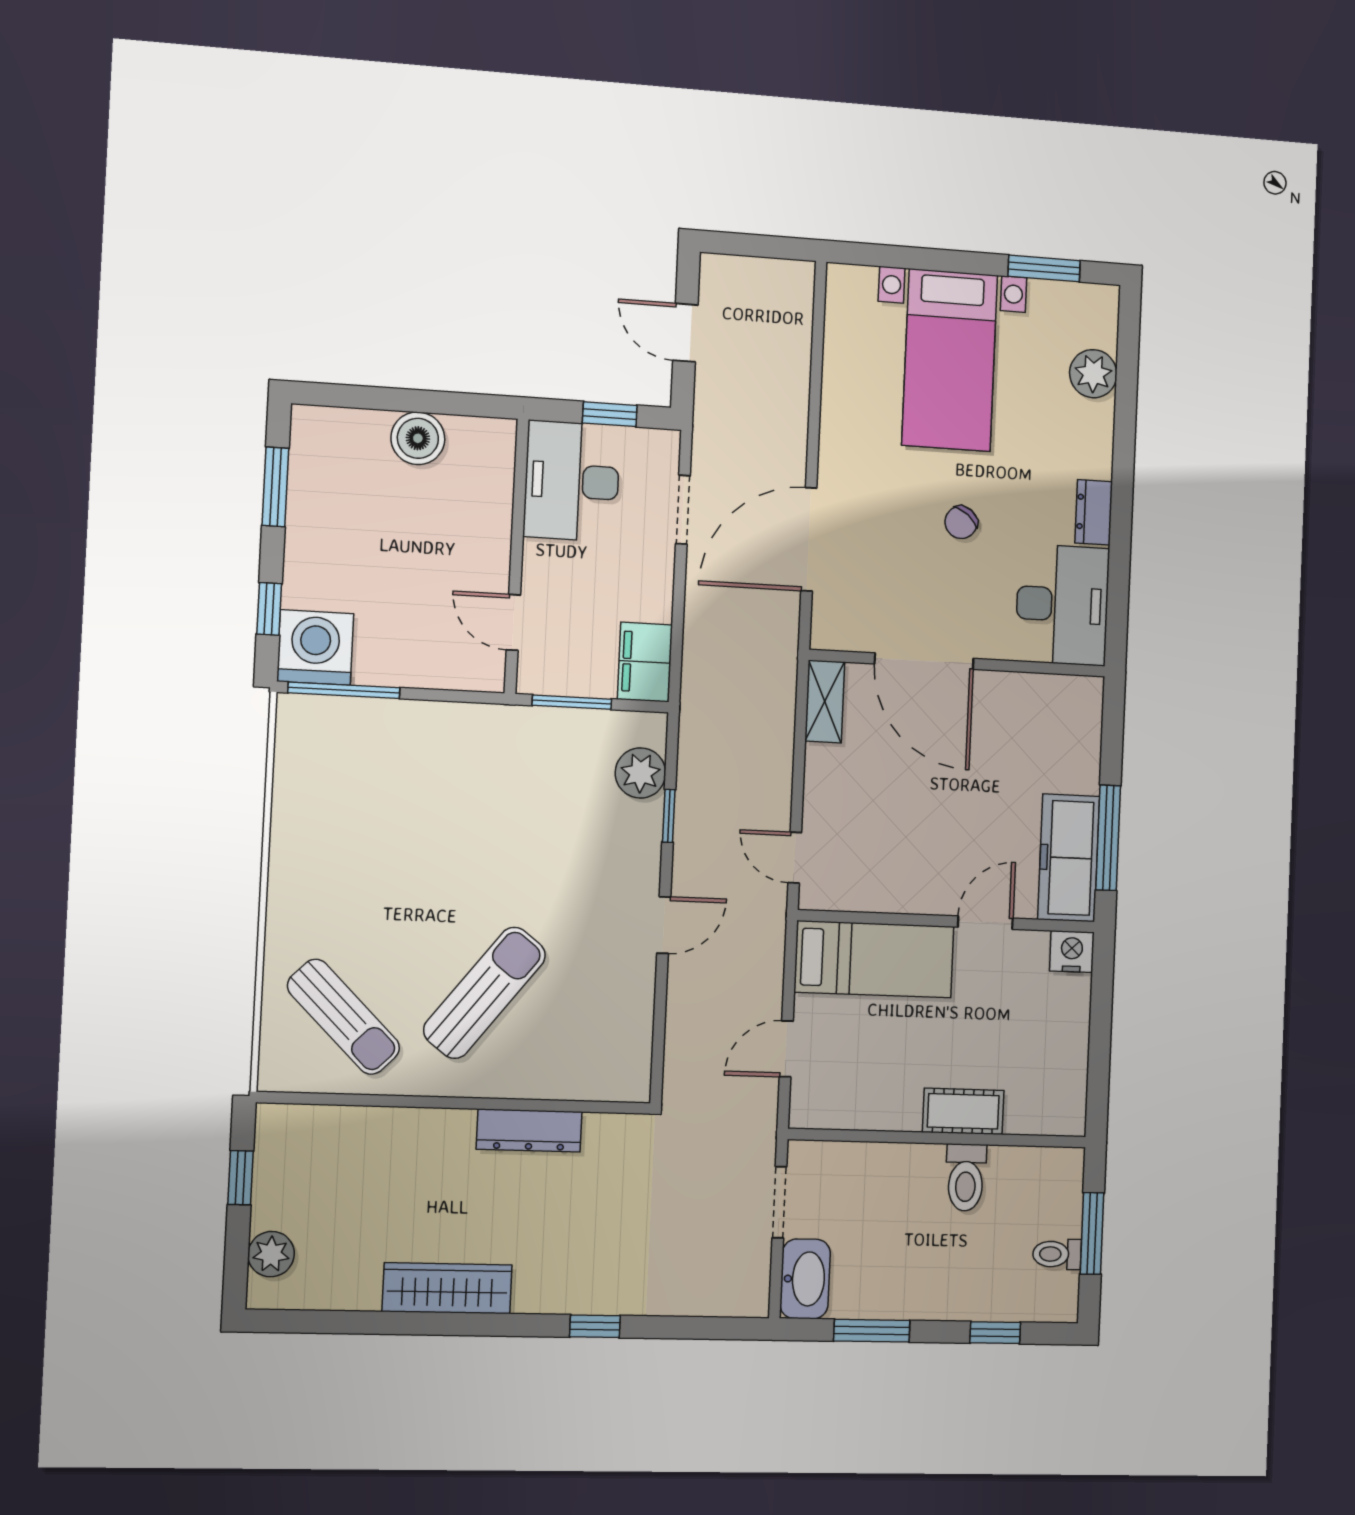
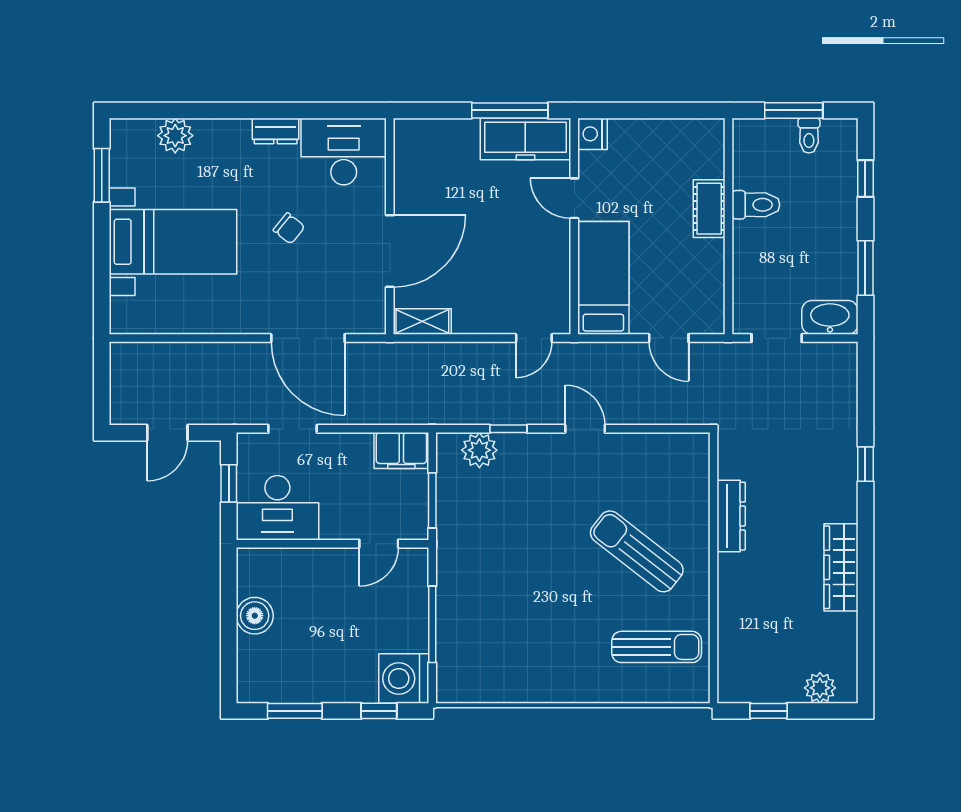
window: (344, 690) -> (432, 624), moved
sun lounger: (343, 1017) -> (657, 647), turned 45

